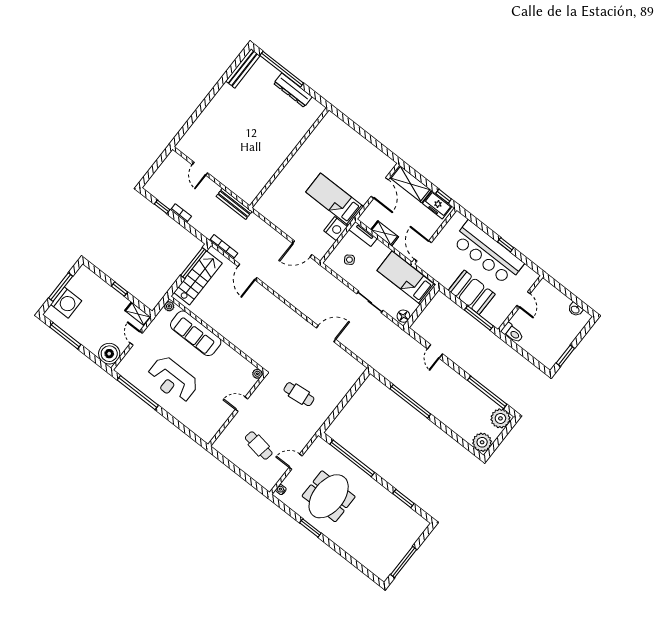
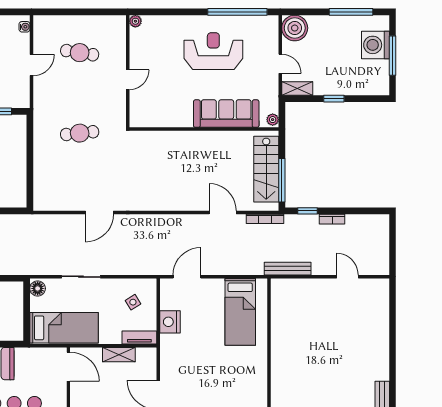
bed: (335, 199) -> (240, 312), moved, turned 90
window: (162, 207) -> (307, 211), moved
plant: (257, 374) -> (135, 21), moved

